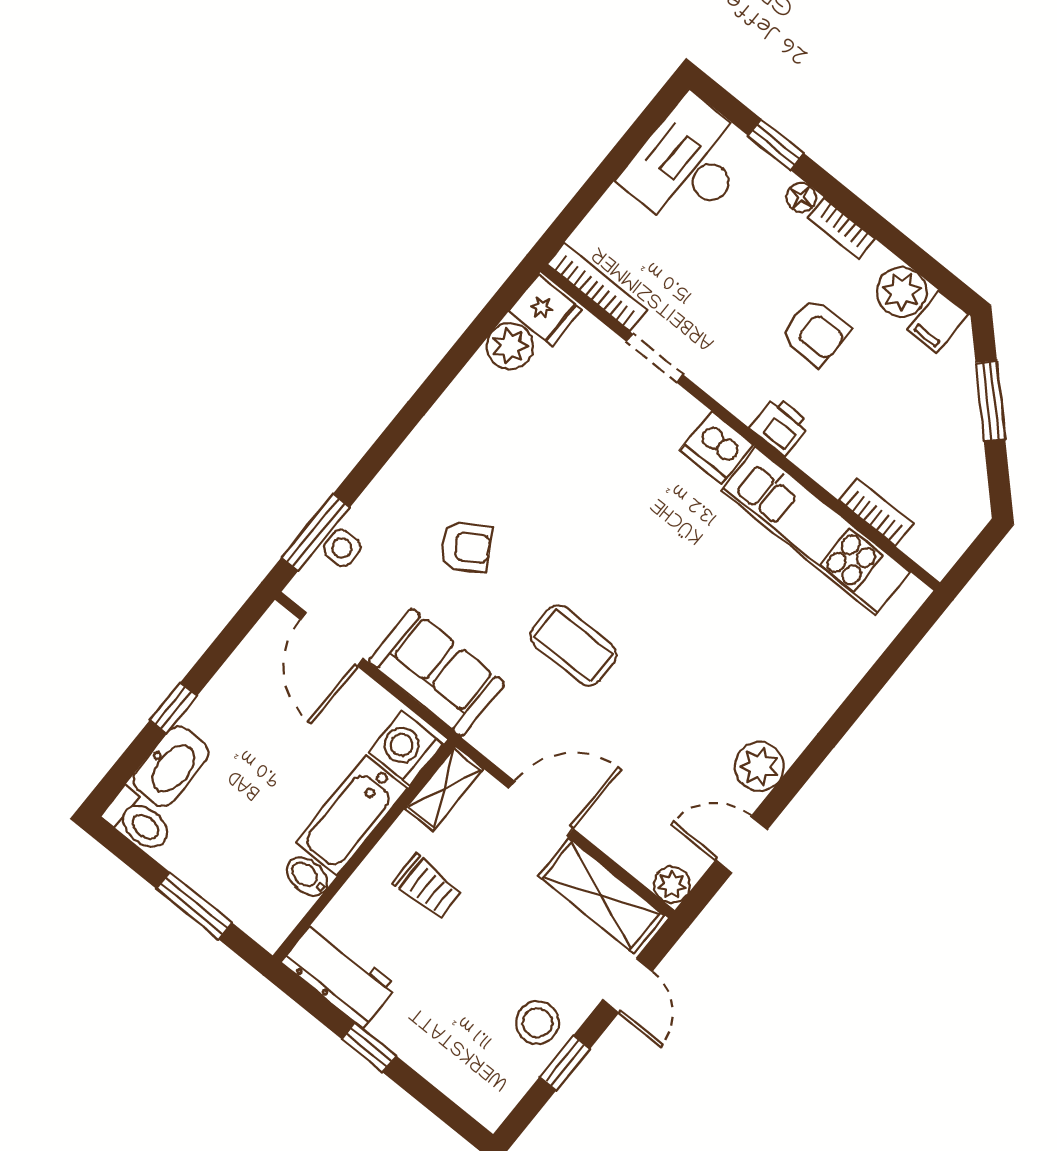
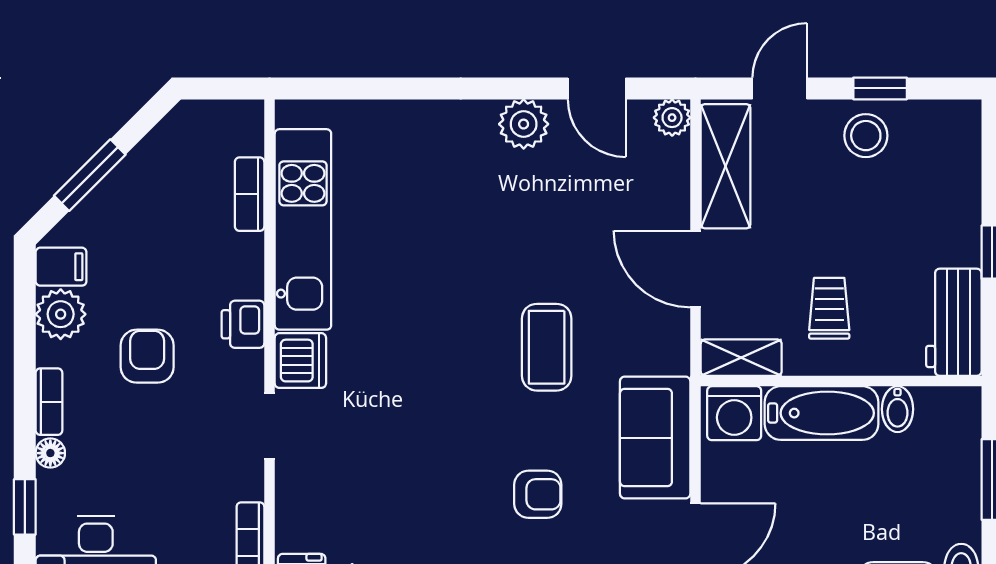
doorway: (655, 358) -> (270, 426), moved
armchair: (466, 547) -> (538, 494), turned 122

